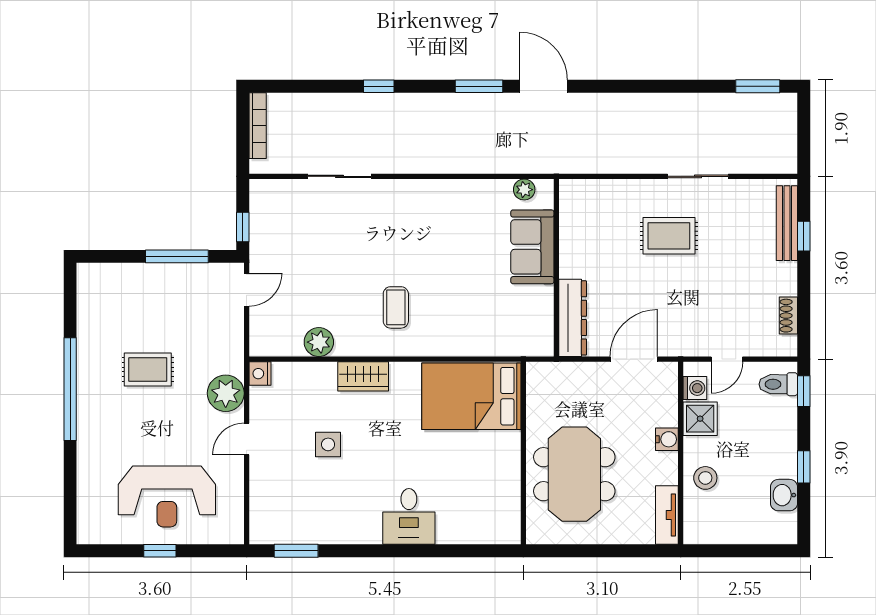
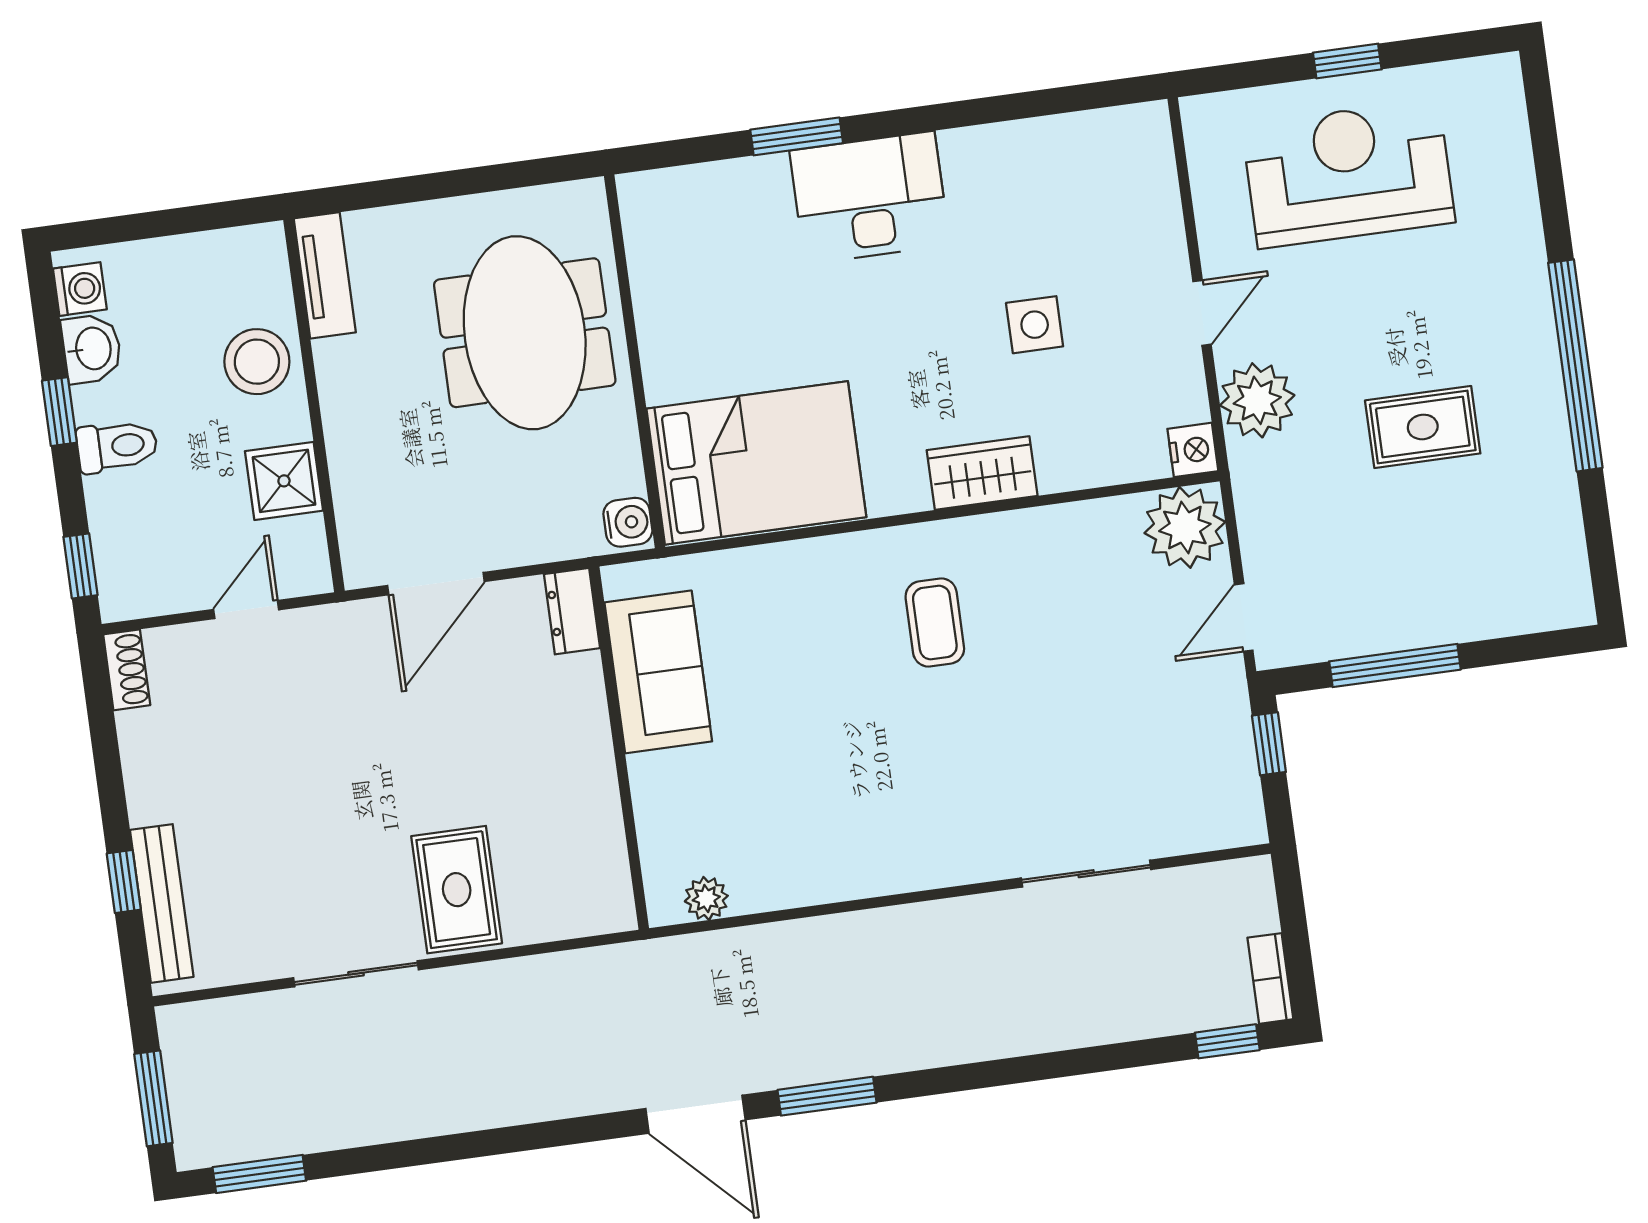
window: (379, 86) -> (1227, 1041), moved
bookcase: (258, 126) -> (1270, 978), width x0.64
window: (804, 130) -> (153, 1098), added
rug: (669, 236) -> (457, 890), moved, turned 90
sofa: (532, 247) -> (658, 672), moved
shoe rack: (788, 316) -> (127, 670), moved
dresser: (573, 318) -> (572, 611), width x0.51, depth x0.80
plant: (319, 342) -> (1185, 527), moved, width x1.36, depth x1.36
toilet: (778, 384) -> (117, 446), moved
washing machine: (695, 388) -> (80, 289), moved, turned 180
water cooler: (667, 439) -> (628, 522), moved, turned 180
stool: (705, 478) -> (257, 362), width x1.38, depth x1.38
desk: (409, 516) -> (870, 198), width x1.37
window: (296, 551) -> (797, 136), moved

